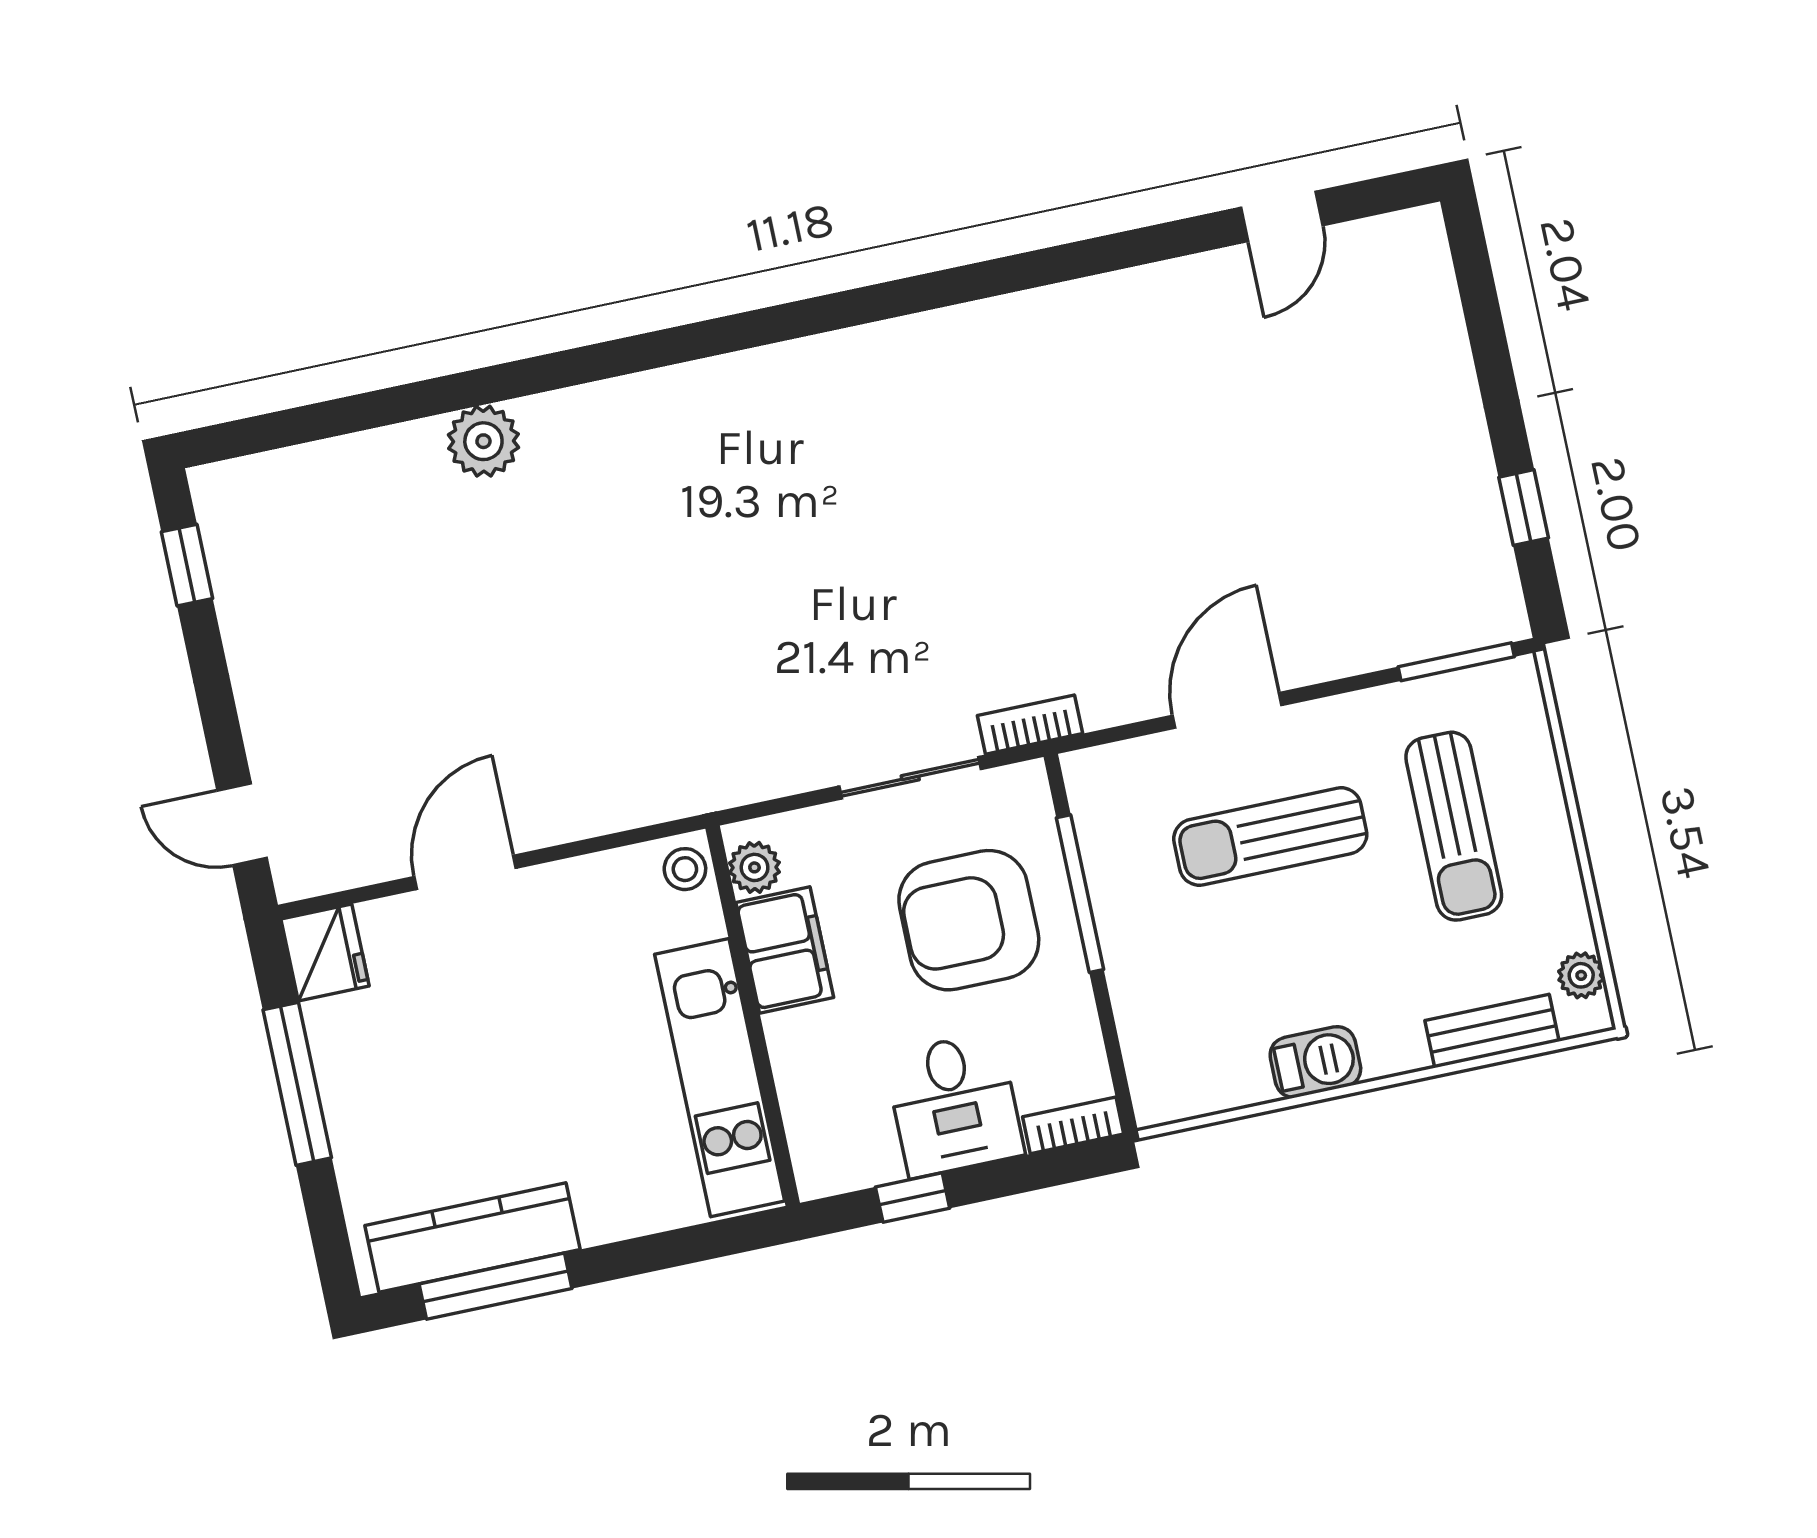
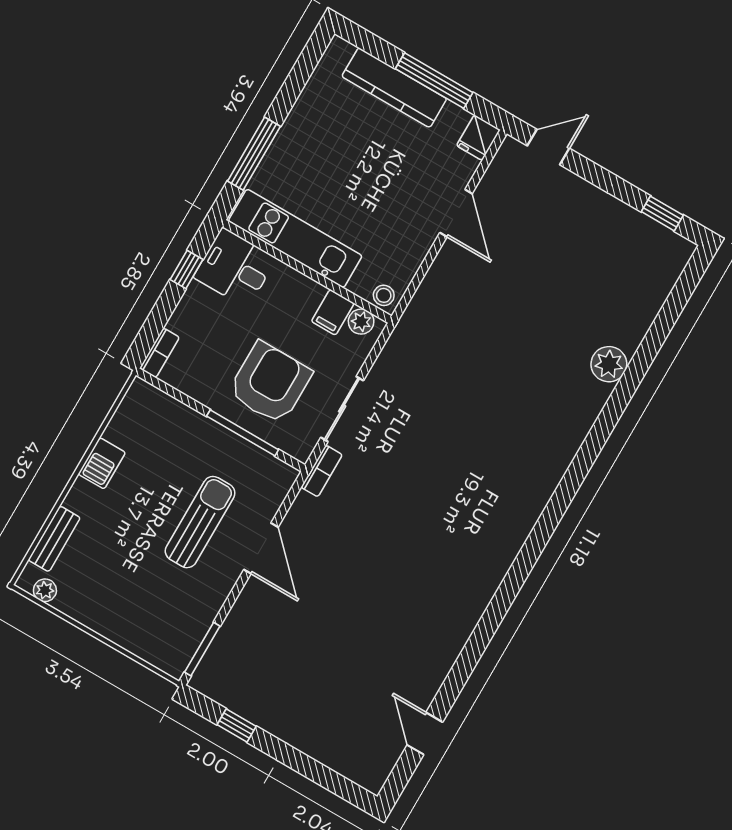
sun lounger: (1454, 826) -> (143, 593), removed
filing cabinet: (785, 950) -> (333, 312), width x0.50
fridge: (325, 953) -> (478, 138), width x0.72
desk: (954, 1105) -> (235, 268), moved
kitchen counter: (473, 1237) -> (394, 88), moved, turned 90
window: (495, 1286) -> (254, 154), moved

